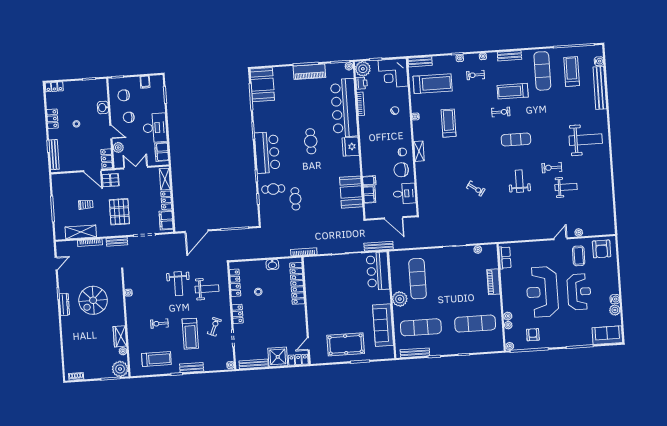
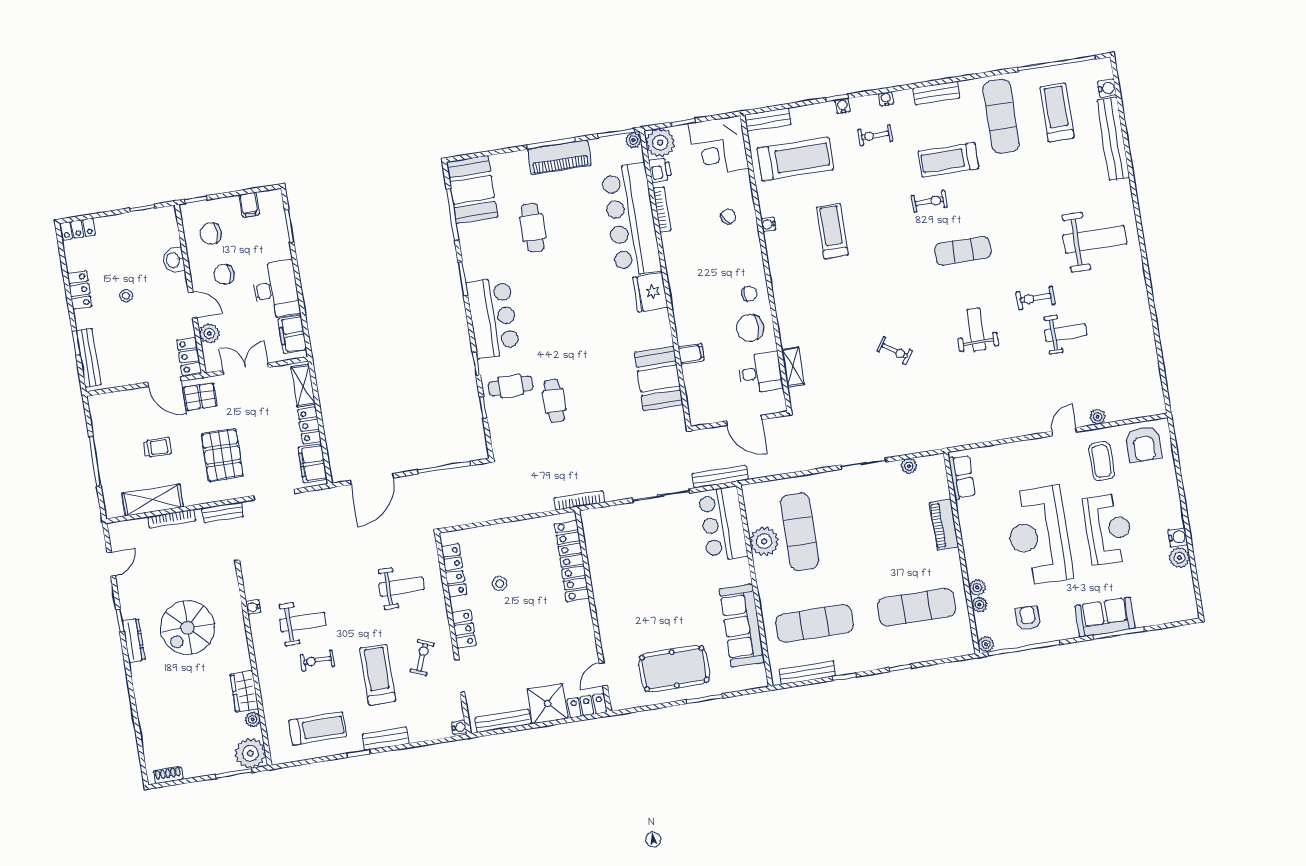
cafe table: (311, 141) -> (533, 228), moved
shelving: (419, 151) -> (793, 367), moved
filing cabinet: (369, 195) -> (694, 380), removed
washbasin: (272, 265) -> (522, 530), removed
weight bench: (178, 284) -> (303, 622), moved, turned -90
plant: (400, 299) -> (764, 541), moved
treadmill: (190, 334) -> (378, 675), turned 180
sofa: (607, 335) -> (1105, 617), moved

